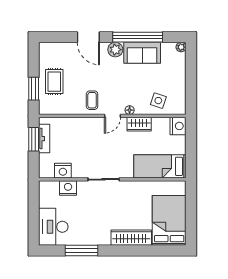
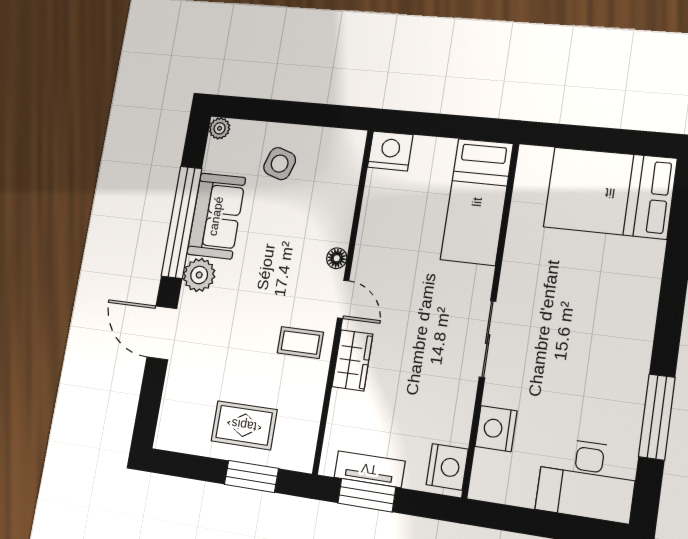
door: (88, 37) -> (162, 333), swing flipped
side table: (158, 101) -> (280, 164), moved
wardrobe: (139, 124) -> (352, 360), moved
nightstand: (63, 171) -> (447, 467), moved
wardrobe: (131, 238) -> (640, 289), removed

